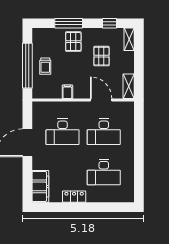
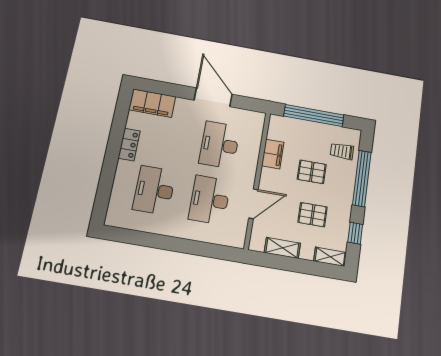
window: (69, 23) -> (362, 178), width x1.46
pallet: (73, 42) -> (312, 172), moved
trolley: (45, 66) -> (342, 151), moved
shelving: (129, 86) -> (282, 248), moved
filing cabinet: (67, 92) -> (273, 154), width x2.00

